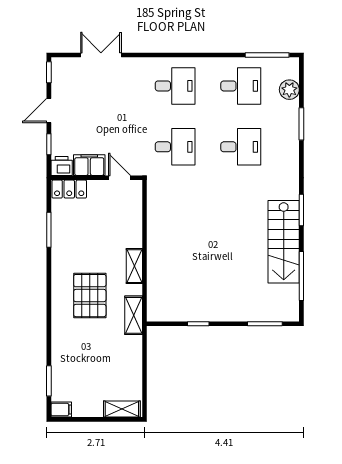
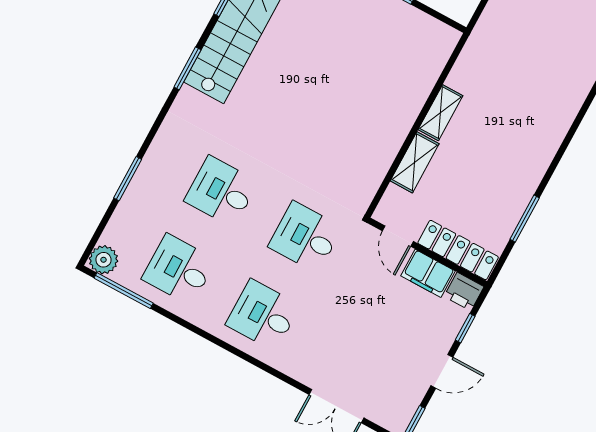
plant: (289, 90) -> (103, 260), moved
locker: (69, 189) -> (458, 250), width x1.53
pallet: (90, 296) -> (518, 106), removed
shelving: (134, 315) -> (415, 162), moved

